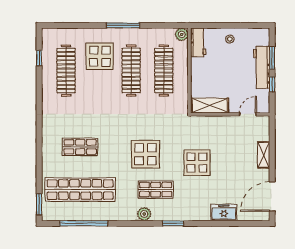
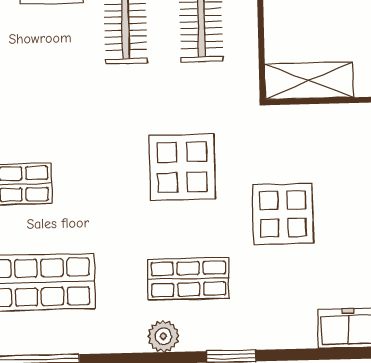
display table: (146, 154) -> (182, 167), moved

